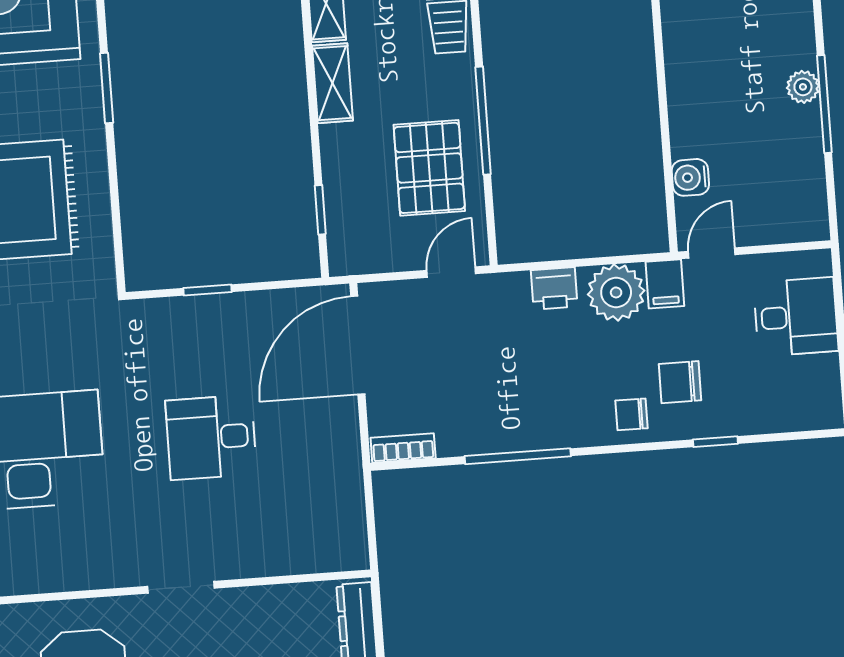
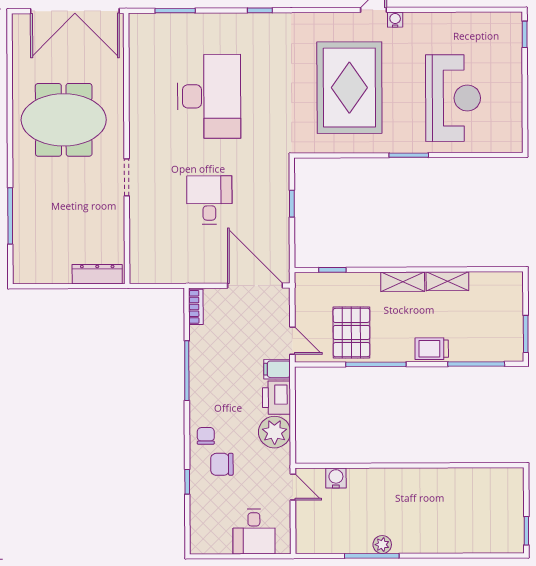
pallet: (429, 168) -> (351, 332), turned 90
filing cabinet: (665, 284) -> (277, 369), moved
printer: (554, 288) -> (277, 398), width x1.36, depth x1.24
chair: (680, 382) -> (222, 464), turned -90

